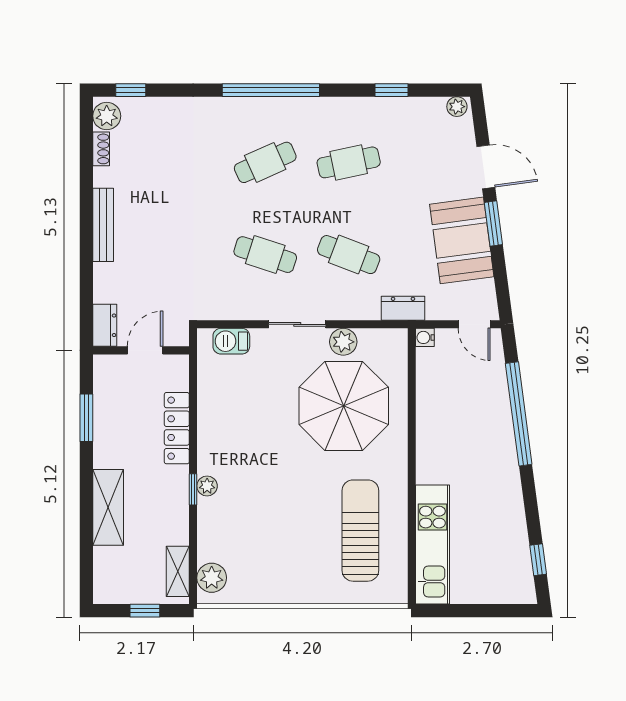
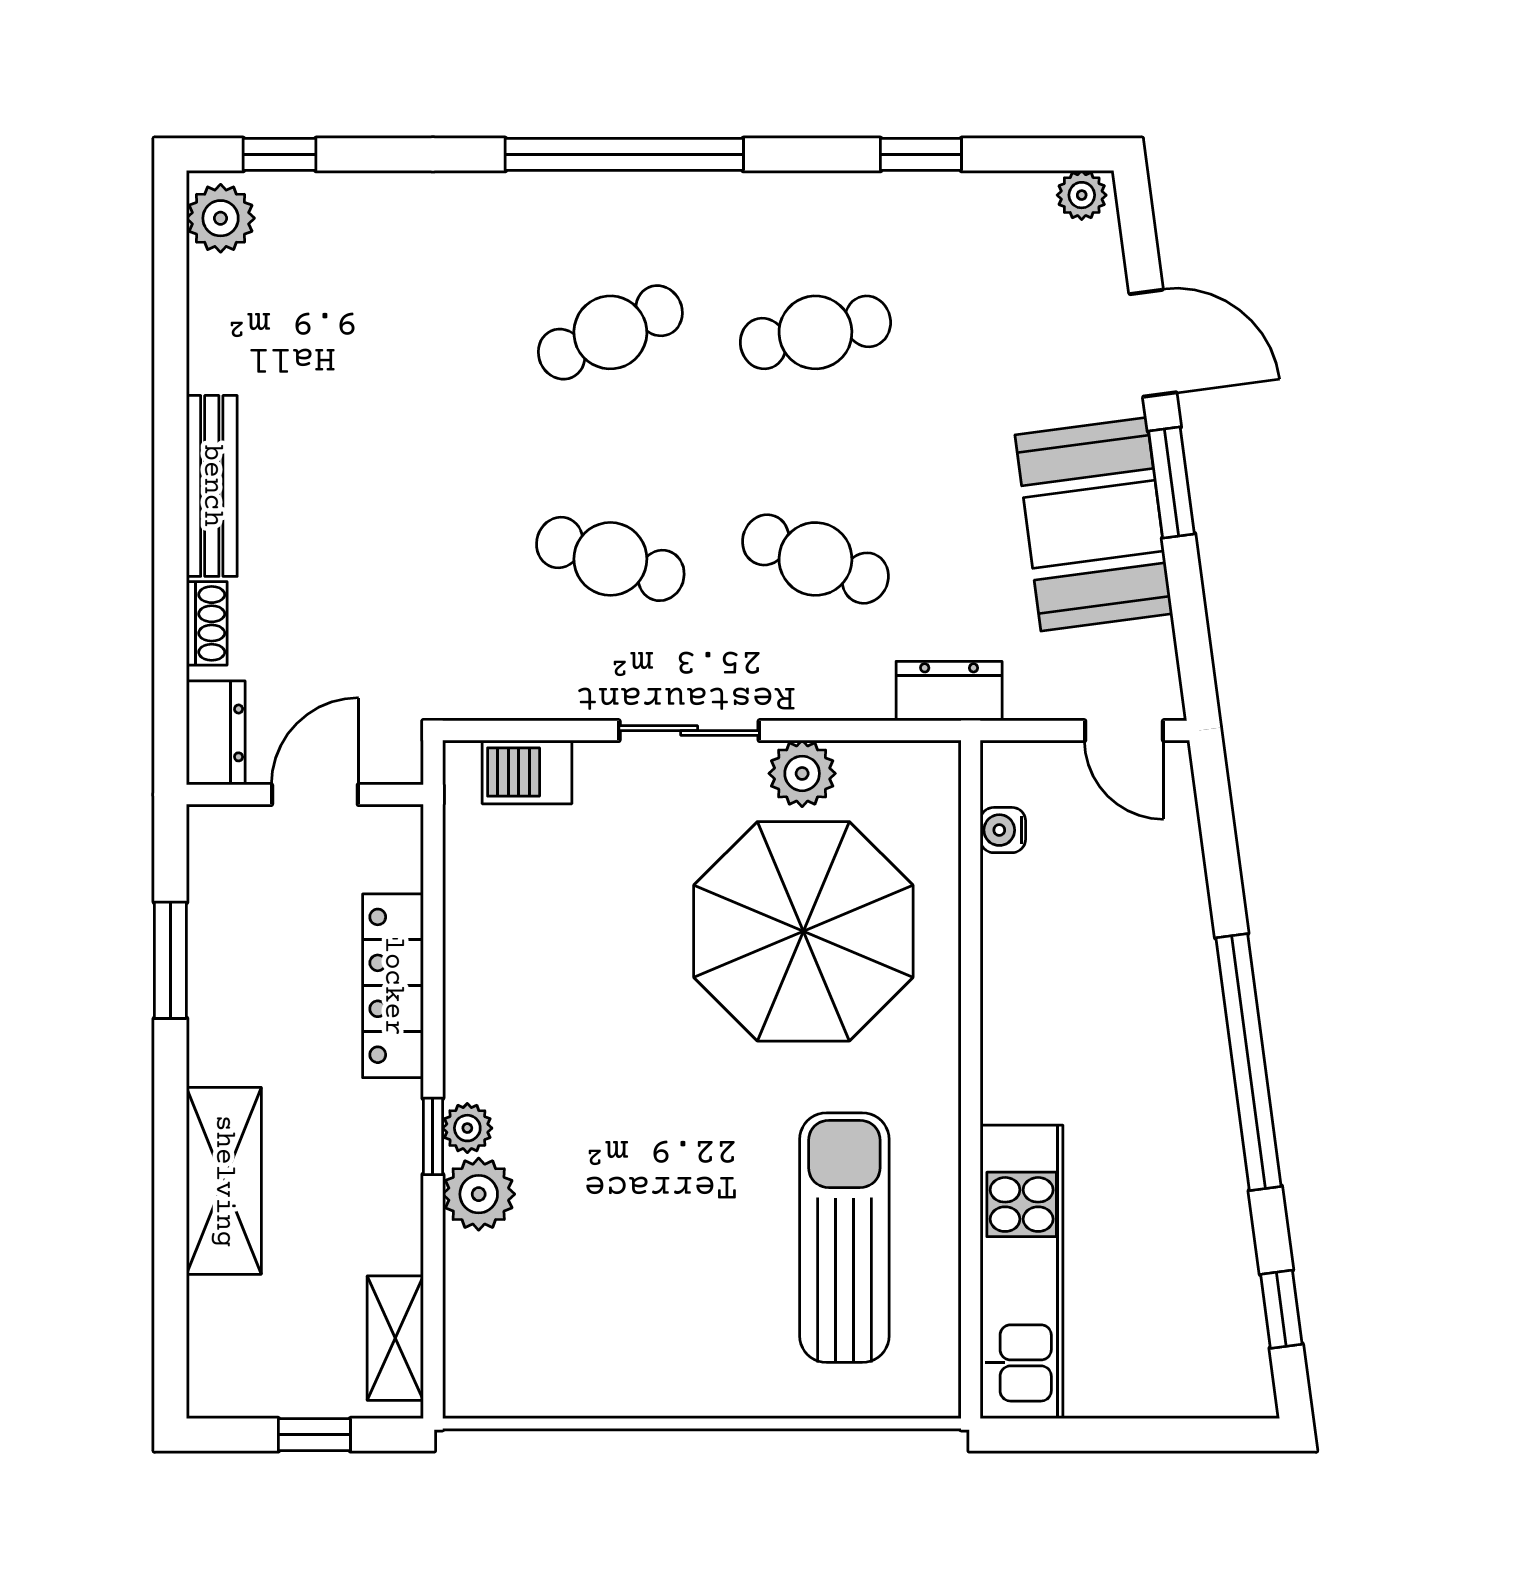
shoe rack: (101, 149) -> (207, 623), moved
water cooler: (425, 337) -> (1003, 830), moved
window: (519, 414) -> (1248, 1062), moved
plant: (212, 578) -> (479, 1194), moved

